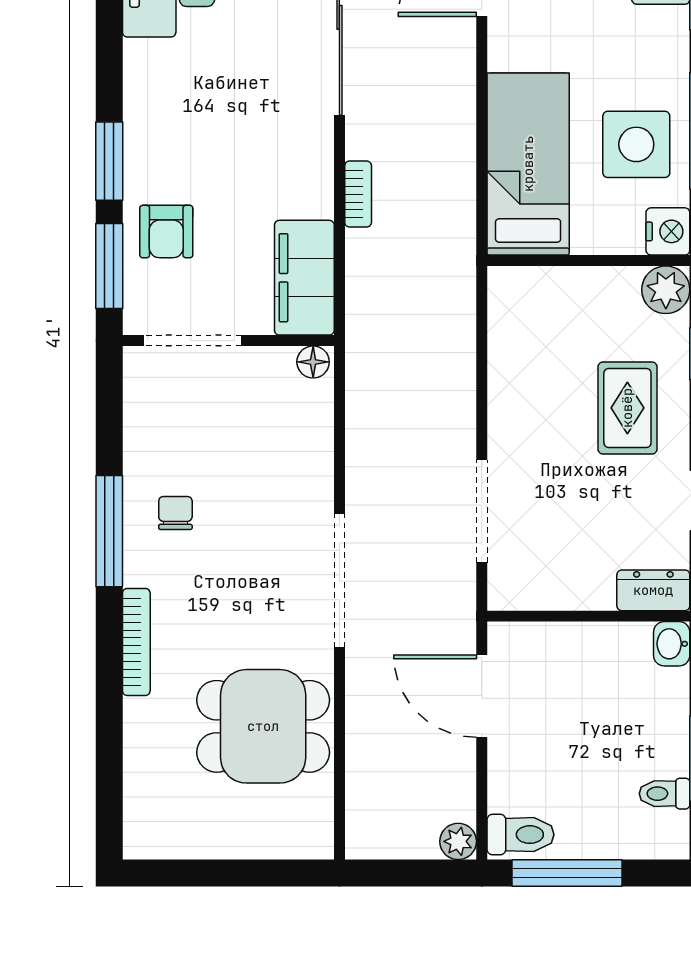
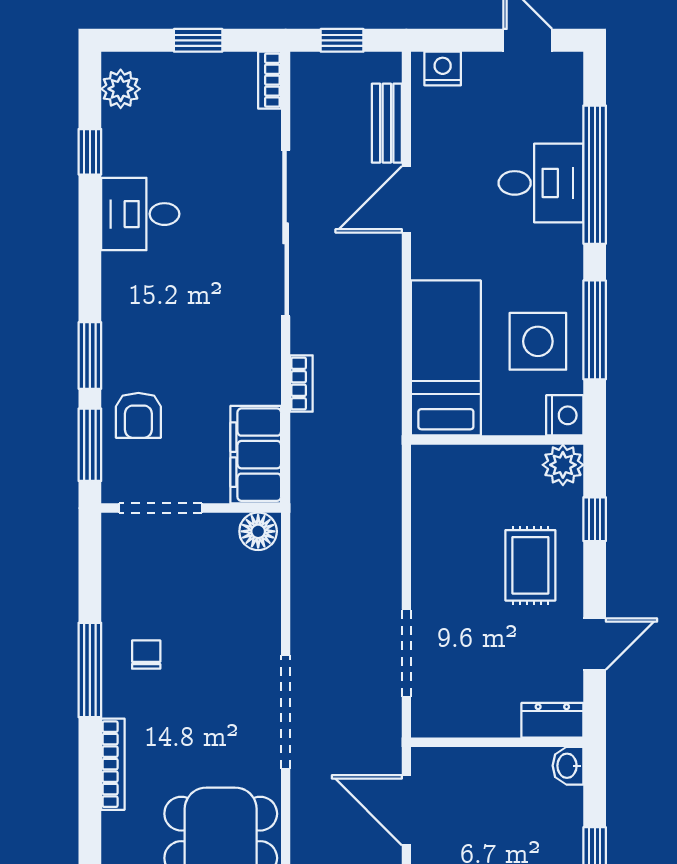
floor lamp: (313, 362) -> (258, 531), width x1.37, depth x1.37

